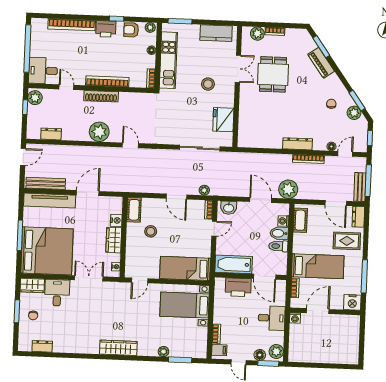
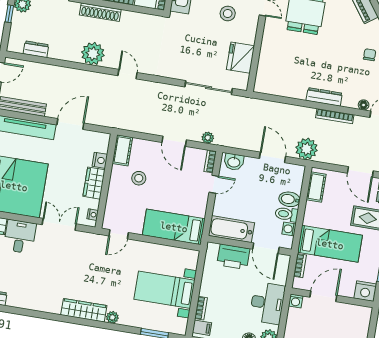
washing machine: (283, 221) -> (289, 229), moved
bed with nightstands: (185, 305) -> (164, 290), moved
desk: (272, 318) -> (267, 303), width x1.37
plant: (163, 352) -> (112, 317), moved

